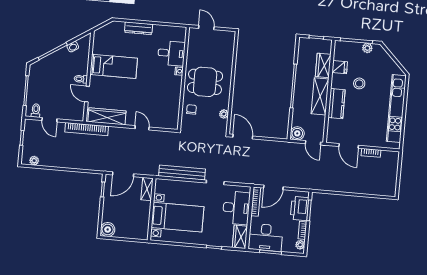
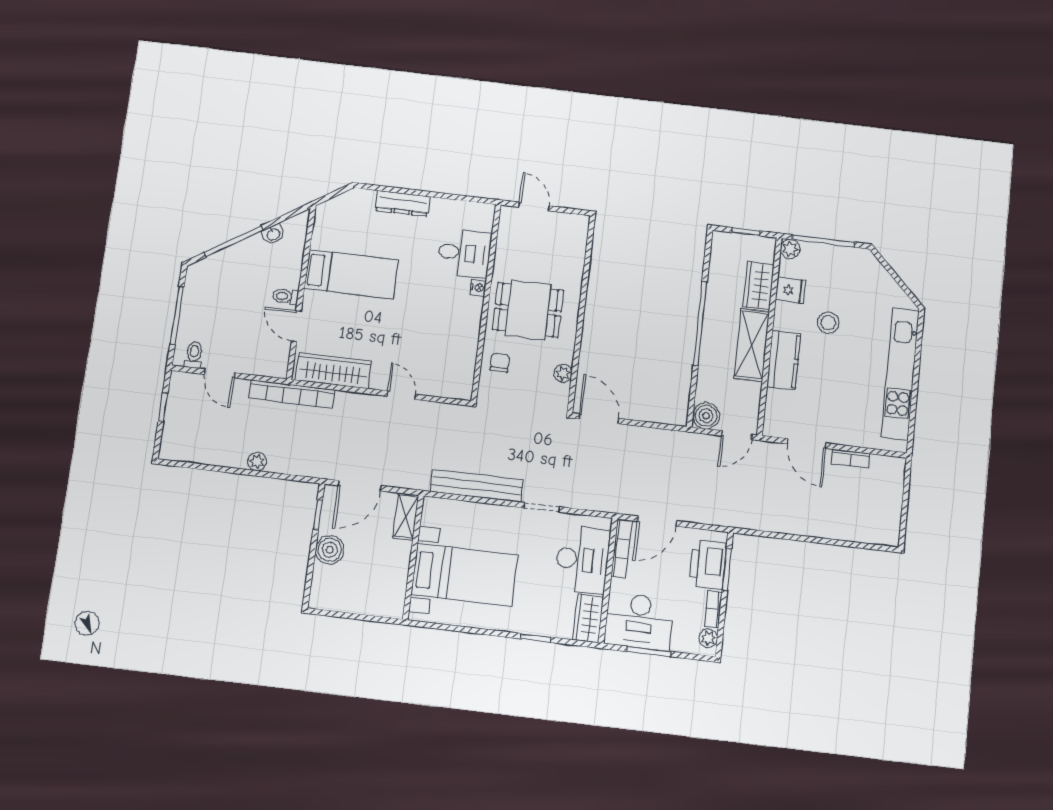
plant: (367, 48) -> (790, 249), moved
door: (313, 143) -> (737, 435), hinge flipped
plant: (34, 161) -> (257, 462), moved
boiler: (108, 229) -> (330, 550), moved

